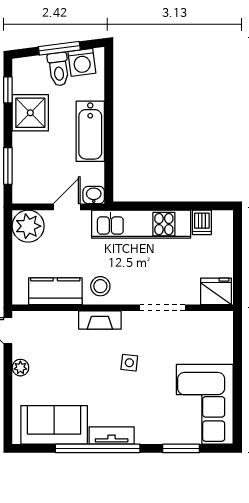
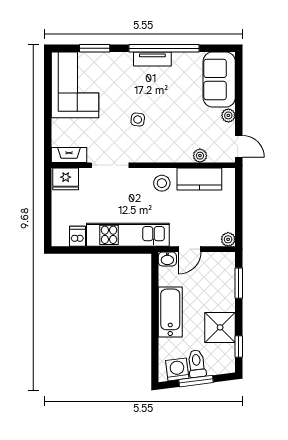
plant: (28, 226) -> (228, 239), width x0.53, depth x0.53
plant: (55, 319) -> (200, 156), added
fireplace: (100, 320) -> (69, 155), moved
sofa: (54, 425) -> (219, 79), moved, turned 90

